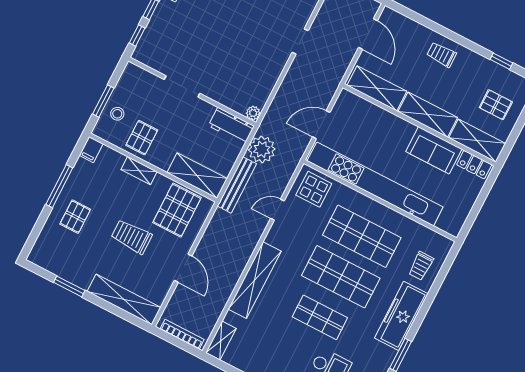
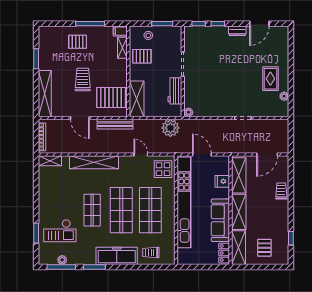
trolley: (441, 55) -> (281, 191), moved
window: (103, 101) -> (162, 24), moved
fridge: (373, 116) -> (222, 181), added
workbench: (231, 126) -> (175, 91), moved
sofa: (434, 150) -> (220, 220), width x1.36
shelving: (139, 171) -> (122, 48), moved
bench: (237, 185) -> (115, 124), moved
door: (183, 268) -> (80, 118), hinge flipped

